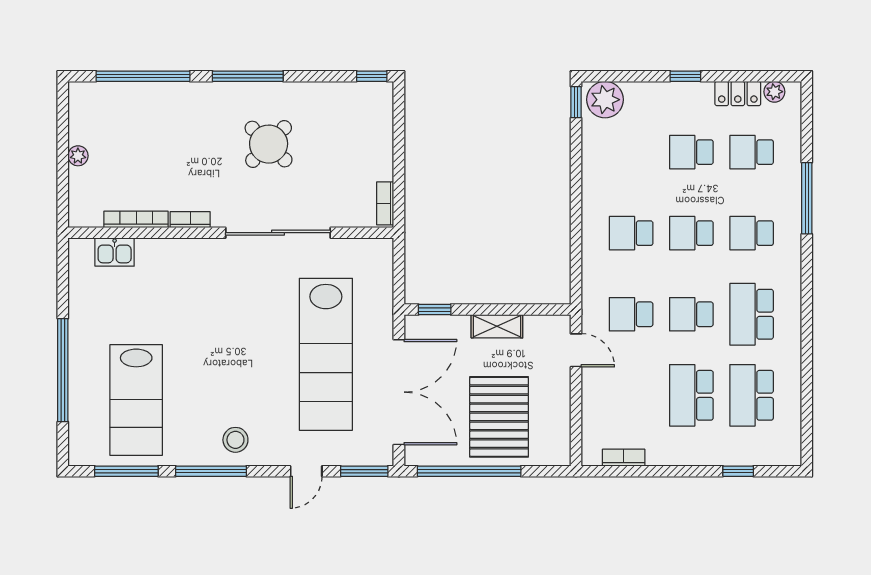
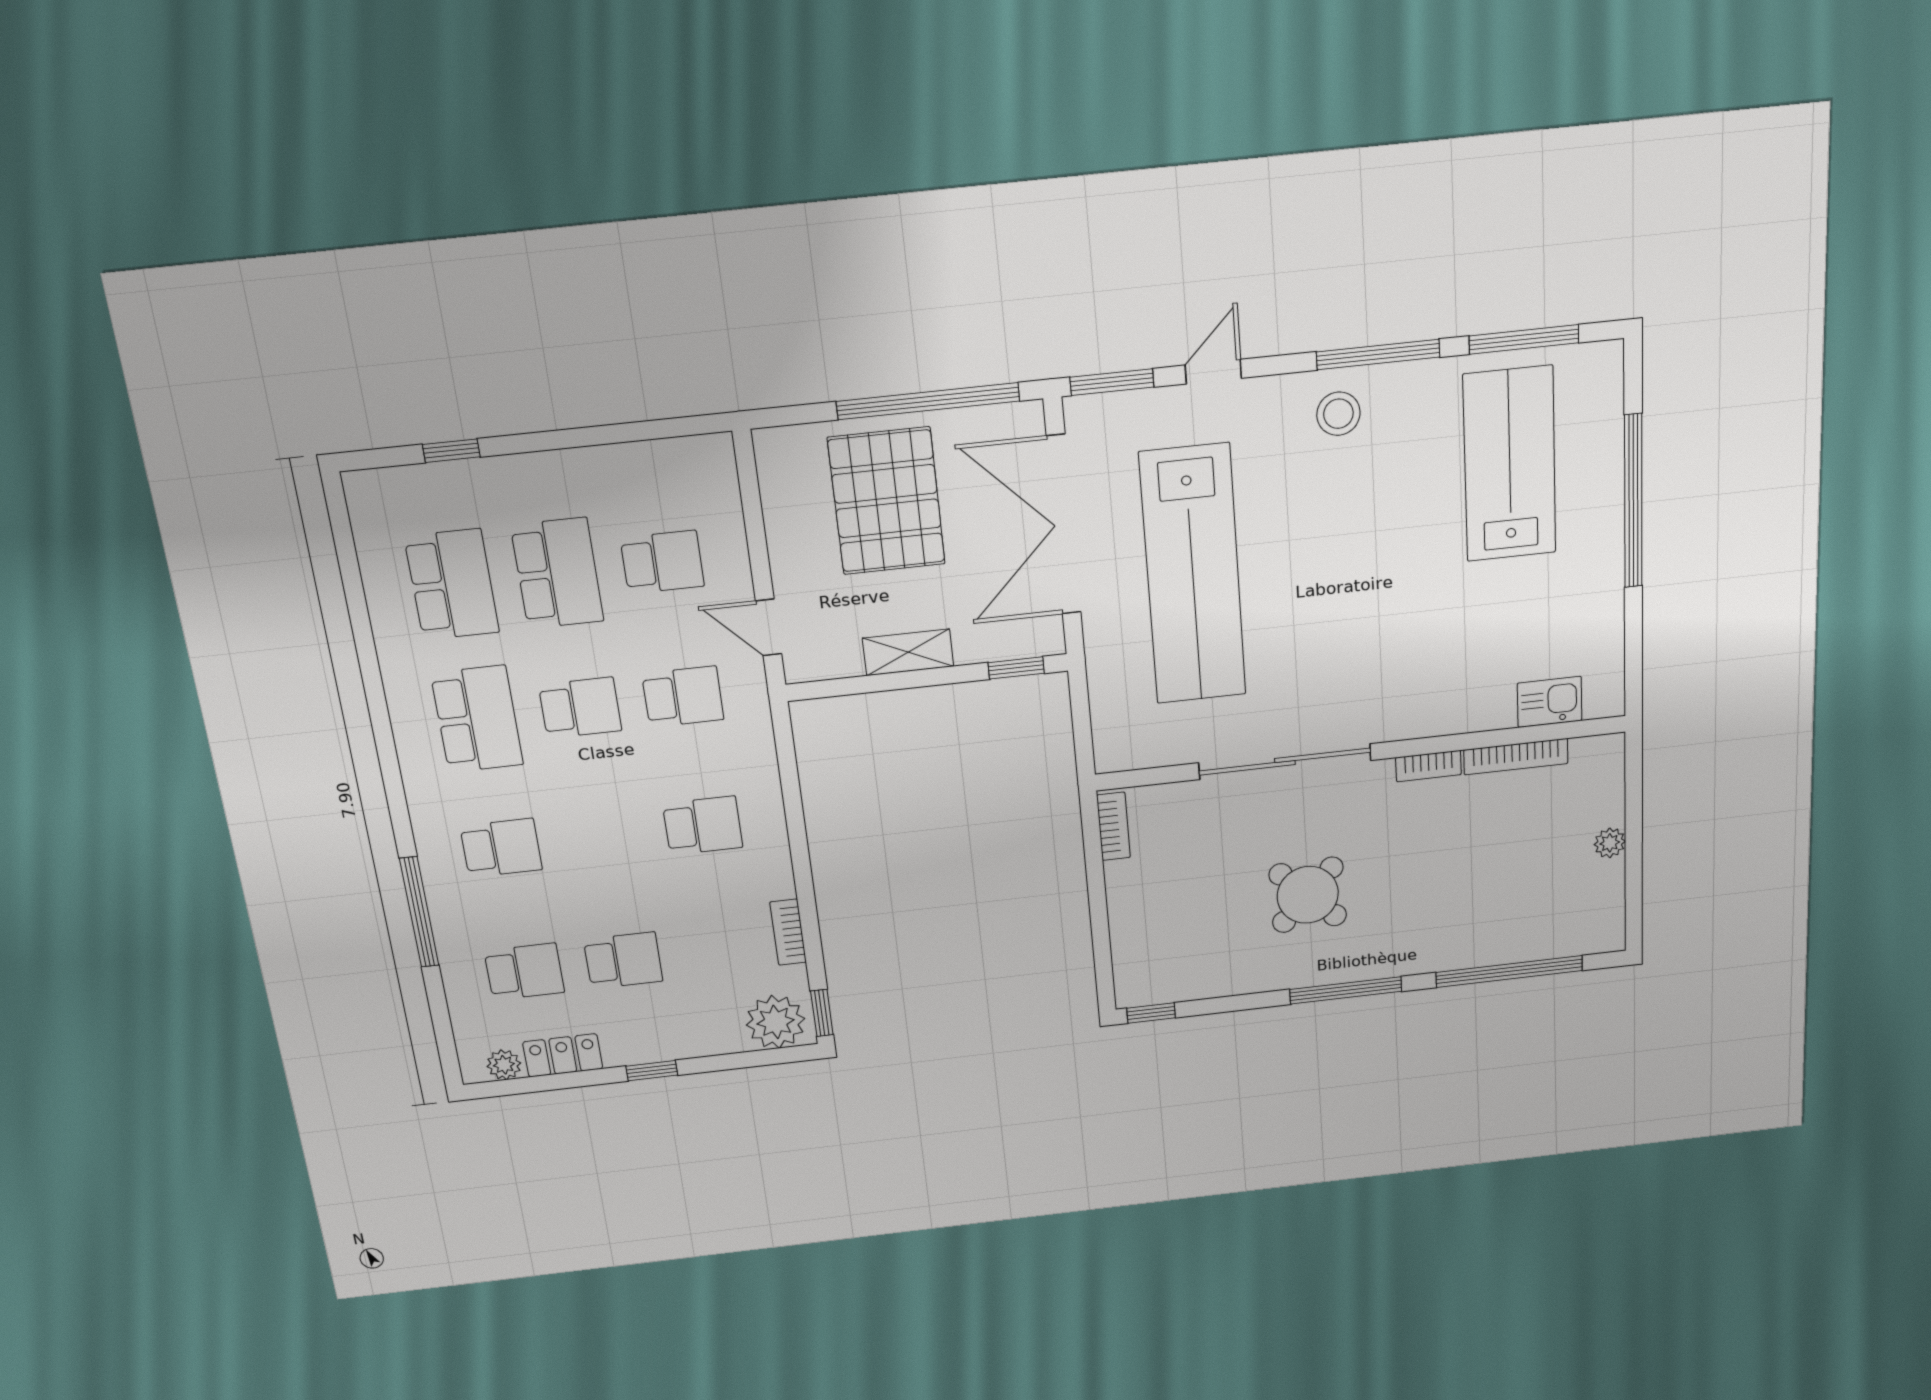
school desk: (691, 233) -> (662, 562), moved
lab bench: (326, 354) -> (1193, 575), turned 180
bookcase: (624, 458) -> (788, 932), moved, turned 90

